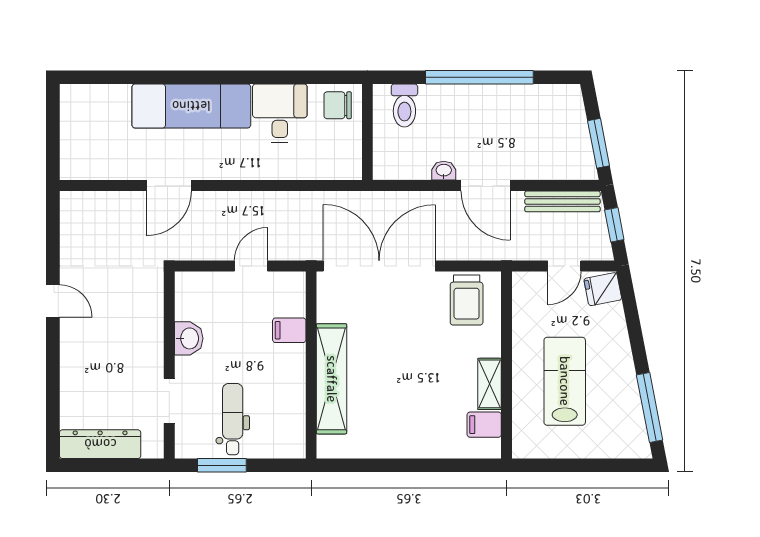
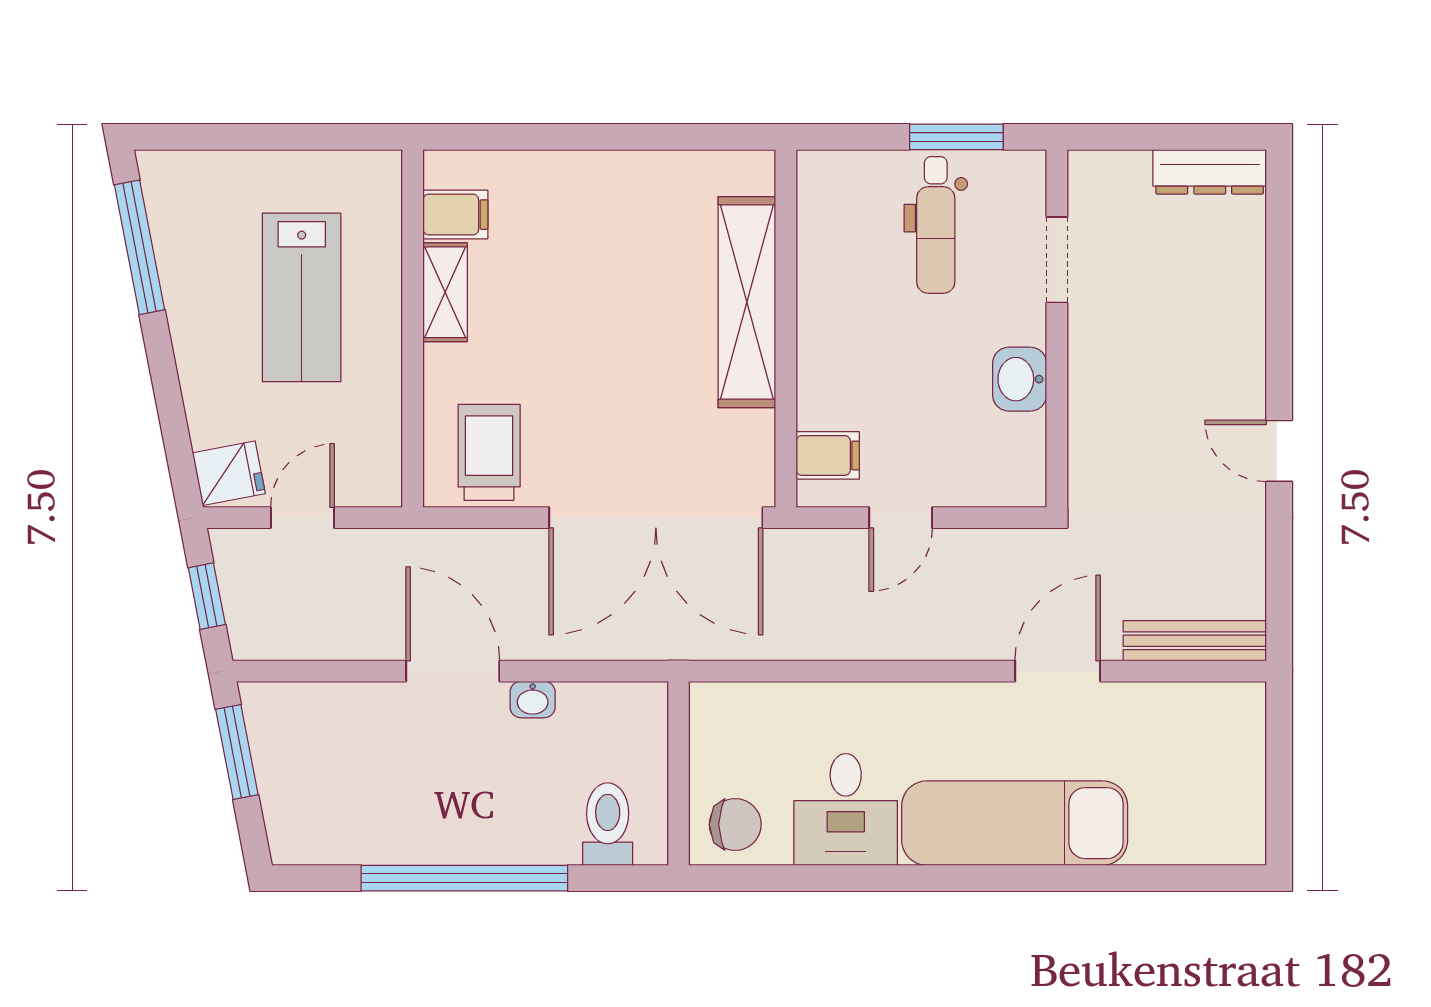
bench: (562, 201) -> (1195, 641), moved
filing cabinet: (289, 330) -> (828, 455), moved
dresser: (100, 444) -> (1210, 172), width x0.73, depth x0.80

